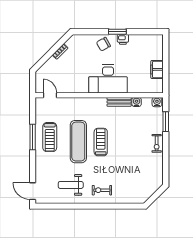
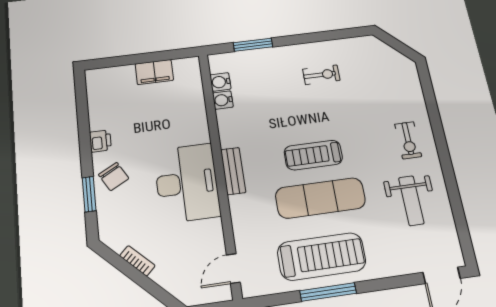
window: (117, 32) -> (89, 194), moved
desk: (108, 79) -> (187, 183), moved
bench: (119, 102) -> (233, 171), moved
water cooler: (157, 102) -> (220, 82), moved
treadmill: (50, 137) -> (322, 256), width x1.37, depth x1.38
exercise bike: (157, 143) -> (321, 75), moved

